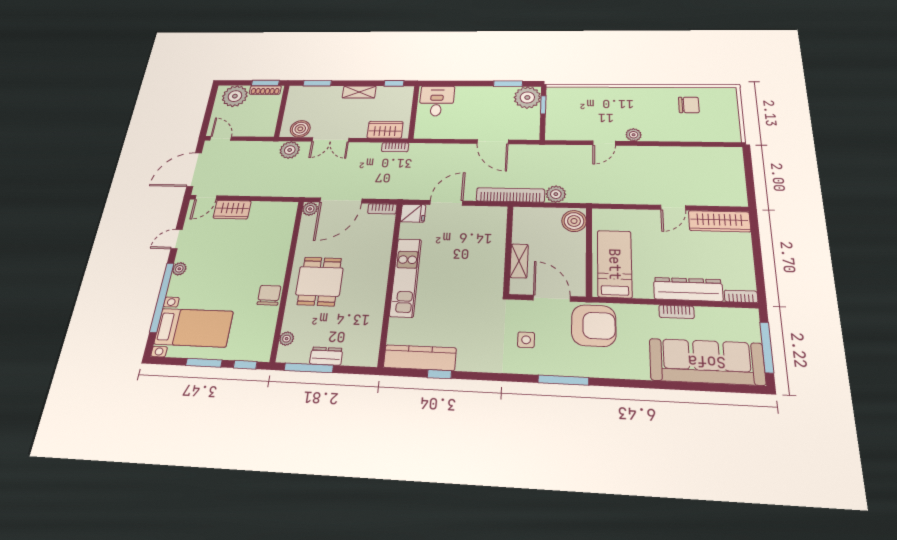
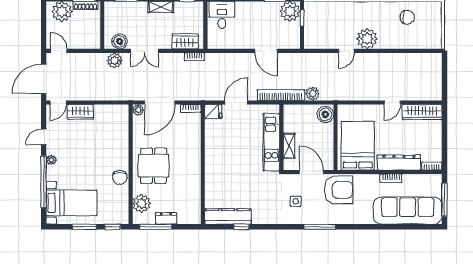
plant: (634, 135) -> (367, 39), width x1.88, depth x1.88
bed: (615, 264) -> (358, 146), width x1.50
kitchen unit: (406, 277) -> (271, 142), moved, turned 180
chair: (269, 295) -> (120, 177), turned 180
plant: (287, 339) -> (142, 203), width x1.87, depth x1.87

